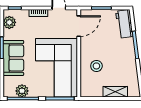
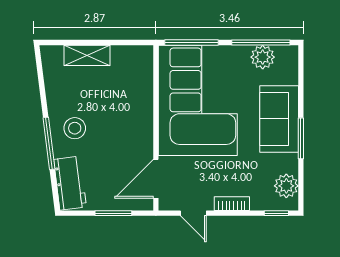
stool: (96, 66) -> (75, 128), moved

